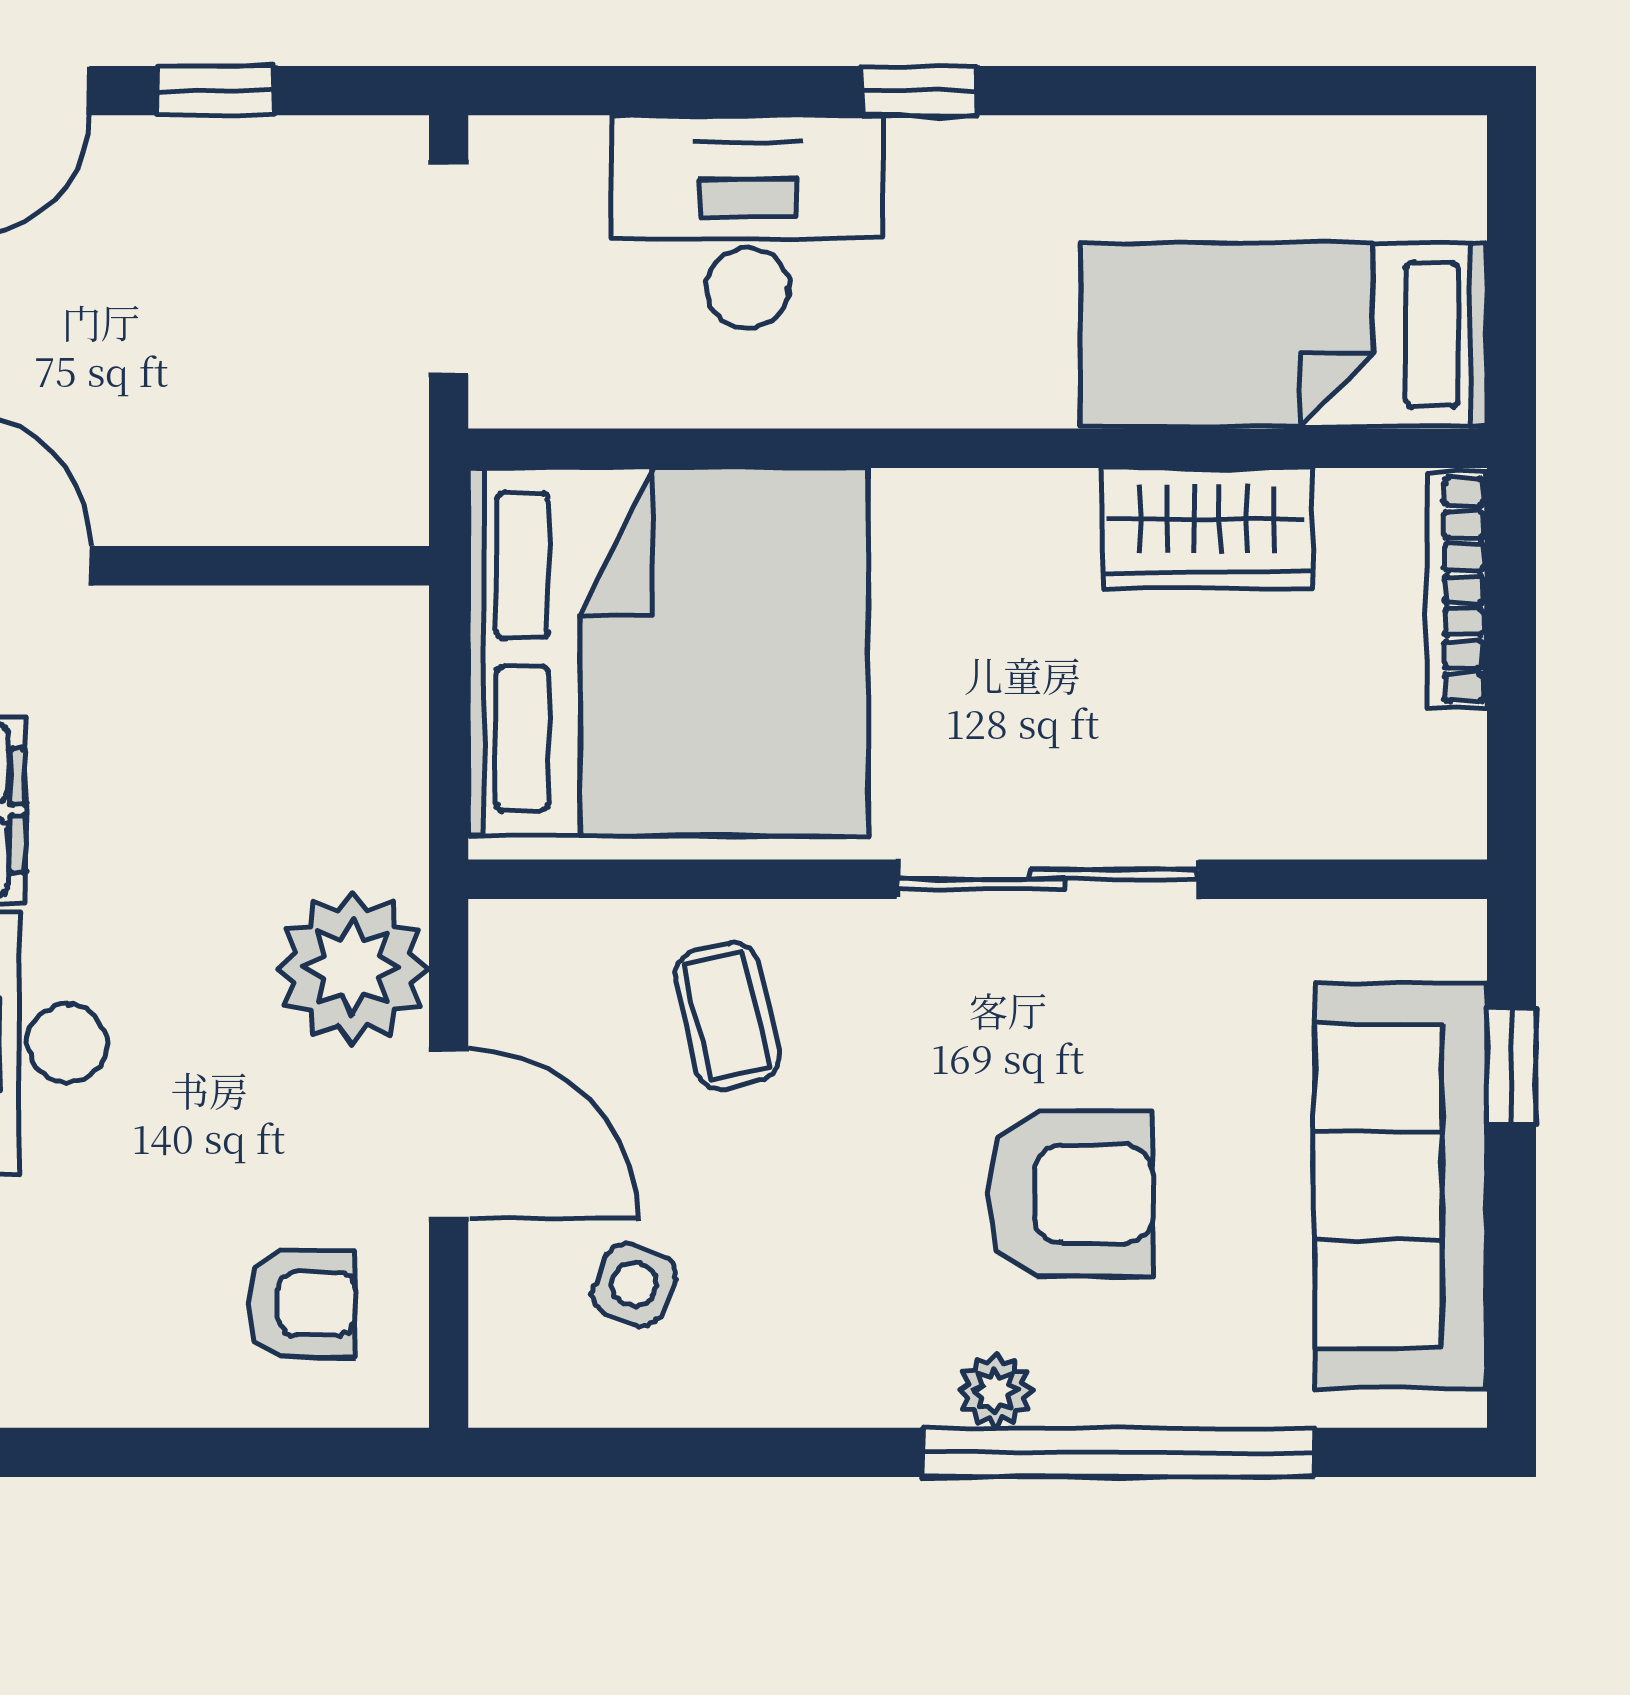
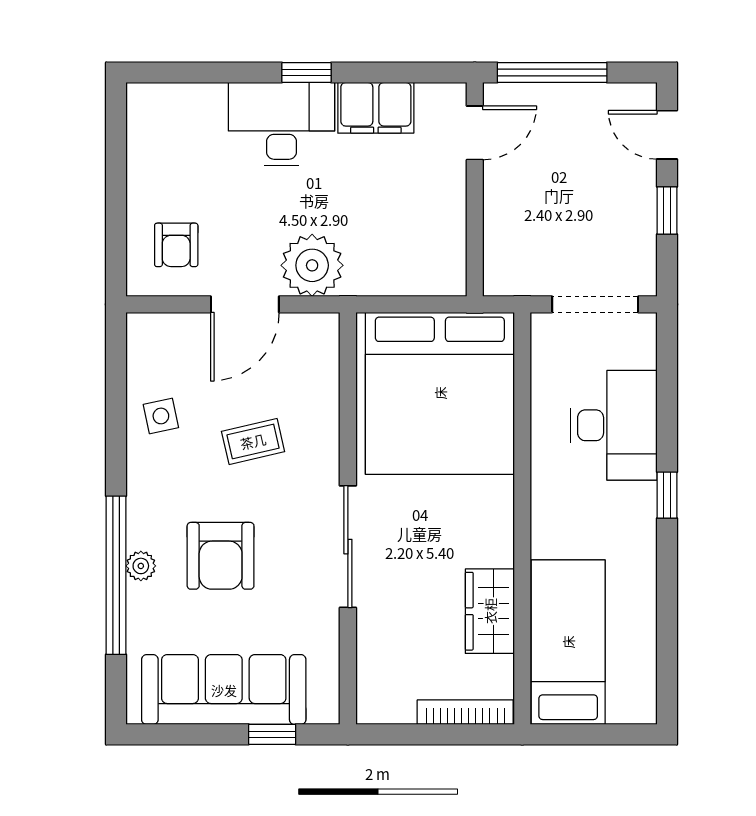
coffee table: (727, 1016) -> (253, 441), moved
side table: (634, 1285) -> (161, 416), moved, turned -35
plant: (995, 1391) -> (141, 566), moved

